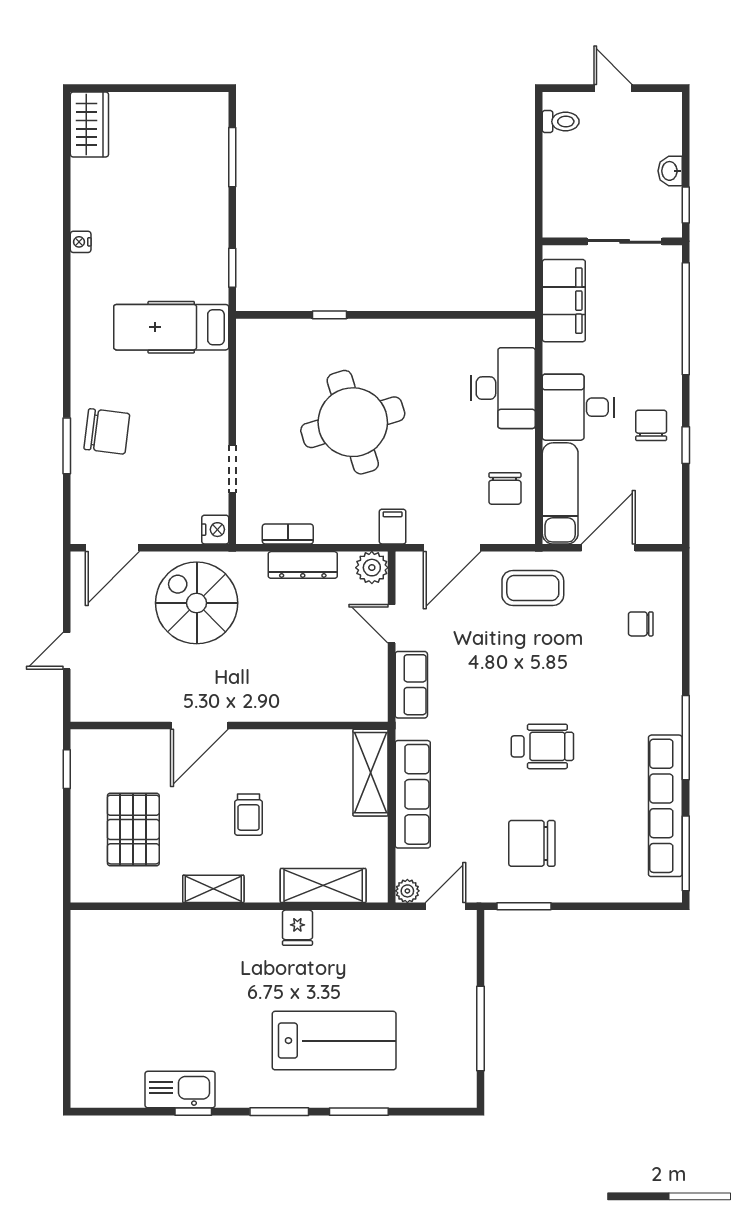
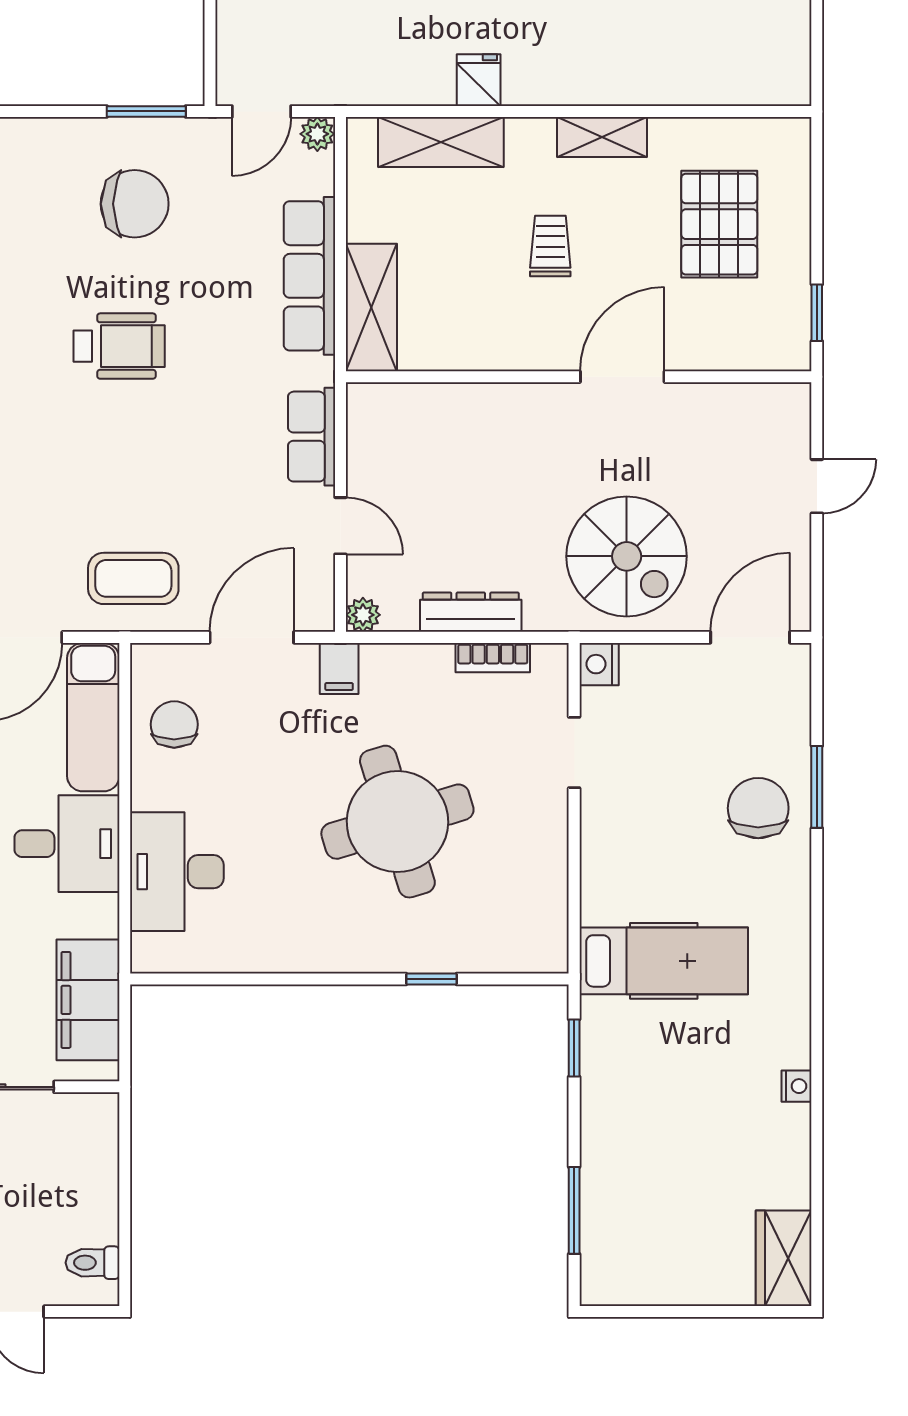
chair: (107, 431) -> (758, 808), turned 83
plant: (372, 568) -> (363, 615), width x0.73, depth x0.73
wheelchair: (542, 746) -> (119, 346), turned 180

